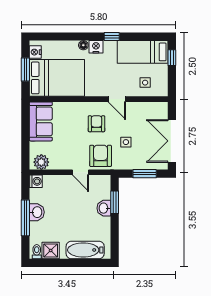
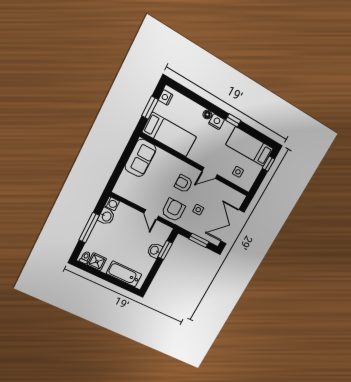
bed: (57, 78) -> (169, 135), width x0.67
door: (117, 99) -> (210, 173), hinge flipped
armchair: (96, 124) -> (184, 184), turned -90
plant: (41, 162) -> (124, 191), removed
washbasin: (37, 212) -> (106, 216), moved

